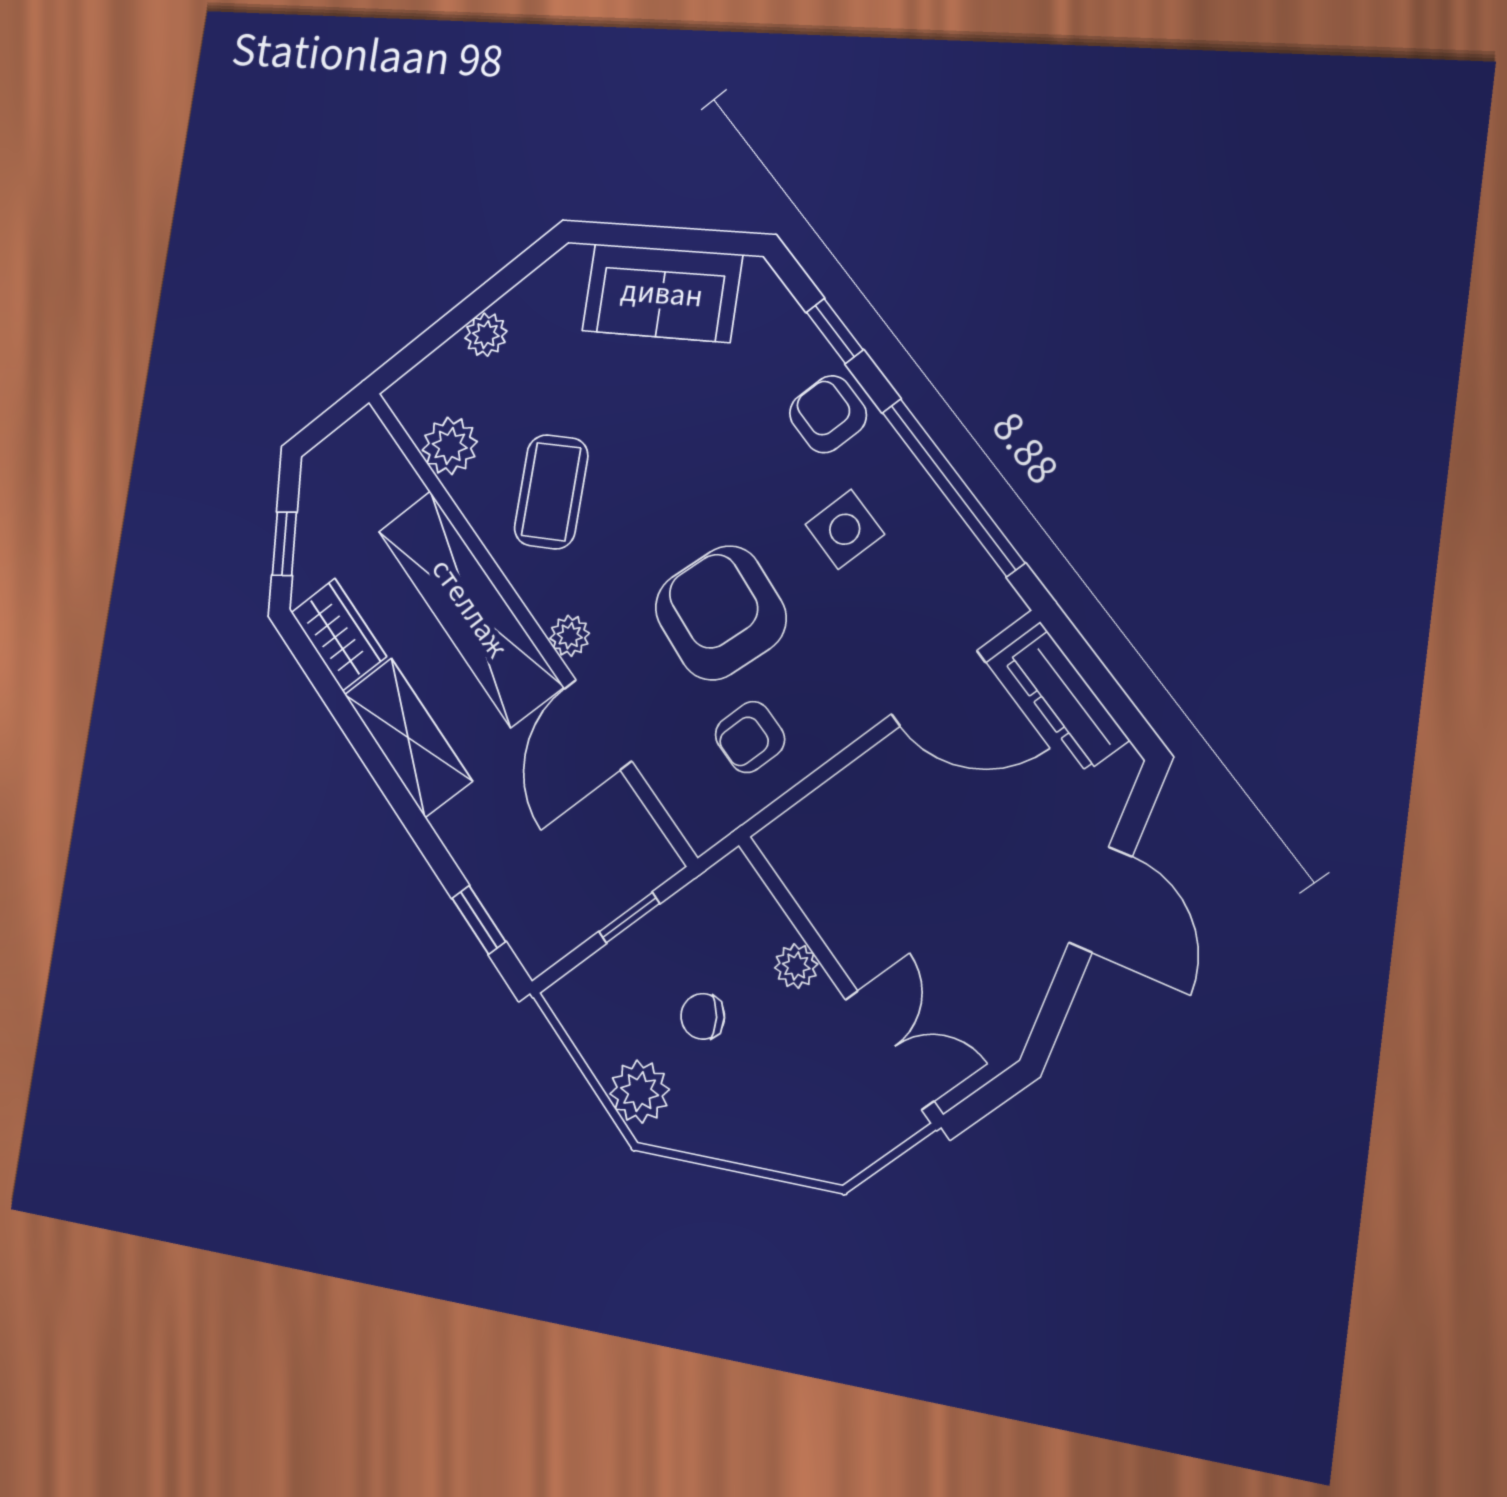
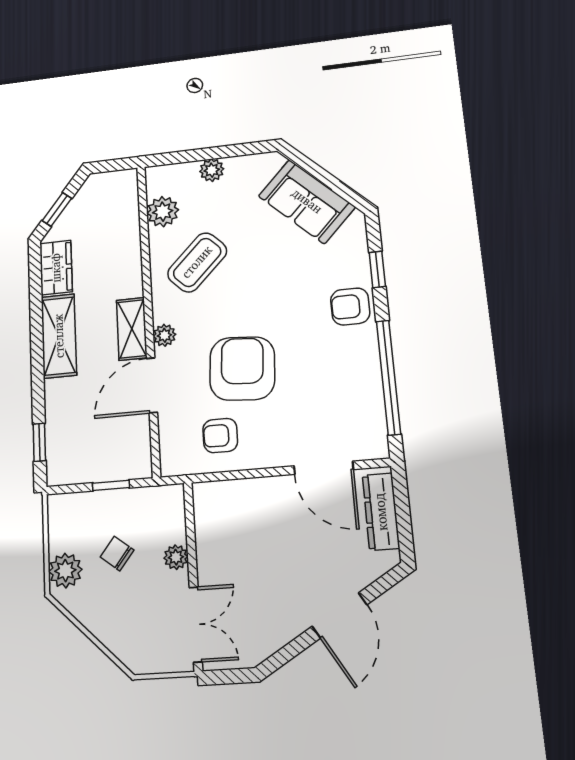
armchair: (828, 414) -> (350, 306), turned -90
side table: (845, 529) -> (325, 365), removed
shelving: (470, 608) -> (132, 329), width x0.45, depth x0.75

